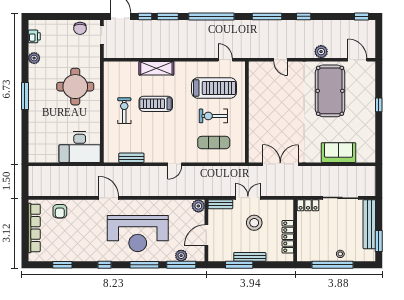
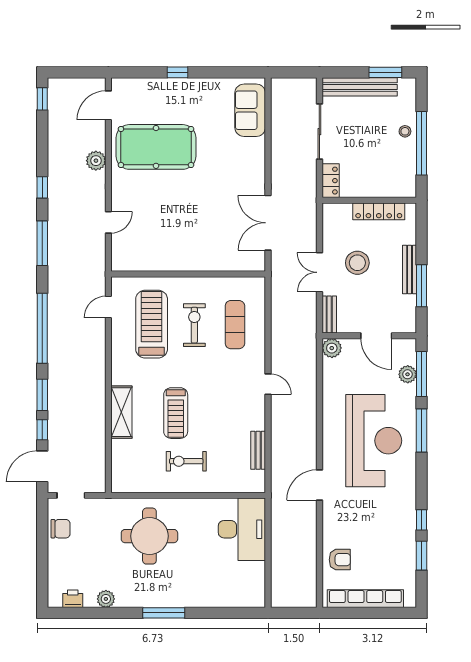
exercise bike: (213, 116) -> (194, 325), turned 180
sofa: (339, 153) -> (250, 110), moved
window: (105, 265) -> (422, 520), moved

